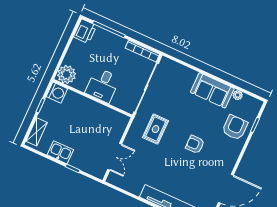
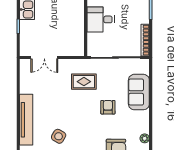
sofa: (212, 90) -> (139, 92), moved
armchair: (195, 144) -> (108, 107), moved
side table: (197, 178) -> (59, 136), added

